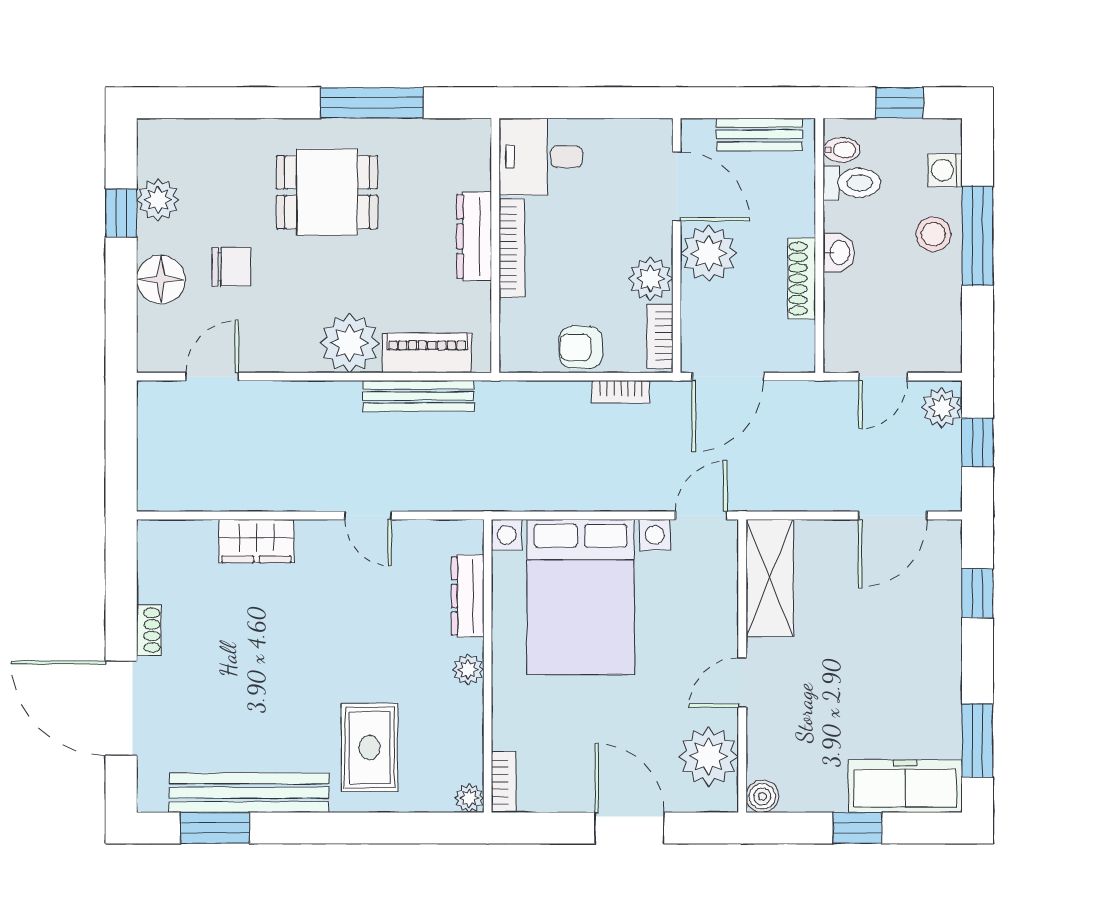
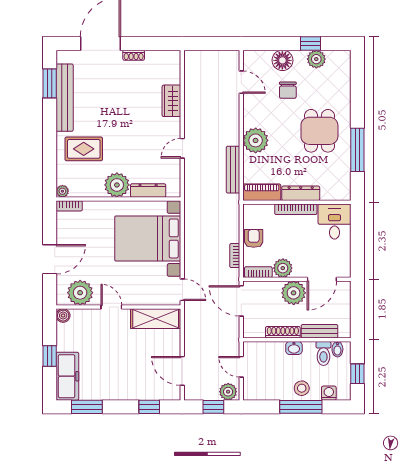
bench: (759, 135) -> (320, 331), moved, turned 90
piano: (427, 353) -> (262, 192), moved, turned -90
plant: (468, 670) -> (117, 185), width x1.88, depth x1.88

